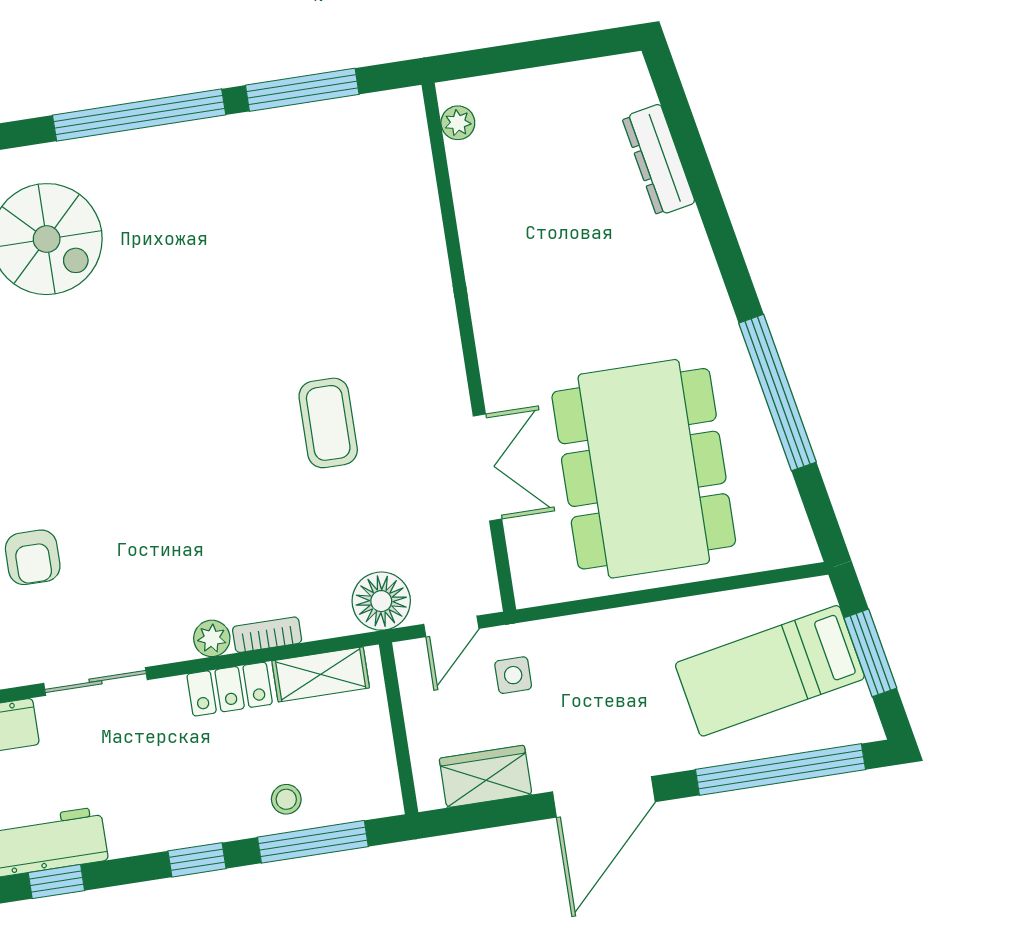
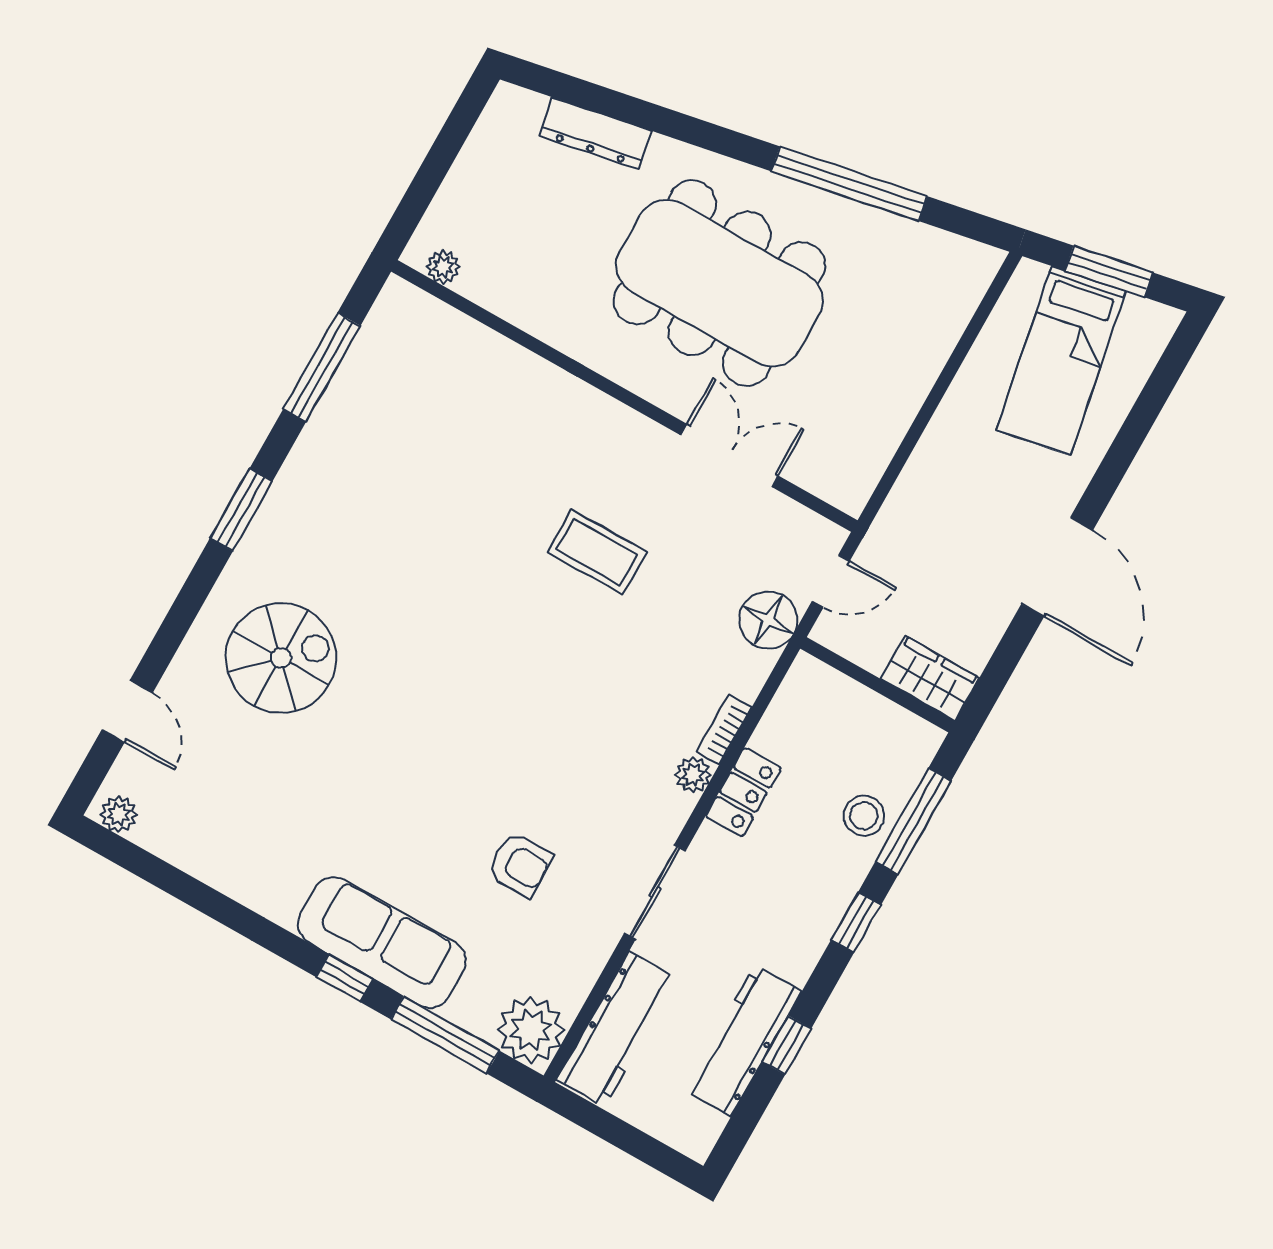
window: (139, 115) -> (241, 510), width x0.47
dining table: (644, 469) -> (719, 283), moved
door: (451, 626) -> (831, 581), hinge flipped
shelving: (321, 674) -> (788, 712), removed
side table: (513, 675) -> (907, 563), removed
window: (780, 769) -> (1144, 413), removed
wardrobe: (486, 776) -> (930, 678), moved, turned 90
stool: (286, 799) -> (864, 816), width x1.37, depth x1.37

